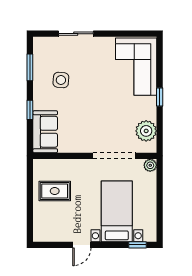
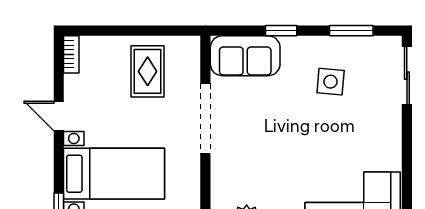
sliding door: (76, 34) -> (407, 76), moved
doorway: (114, 156) -> (205, 118), moved
bookcase: (44, 237) -> (71, 54), added

